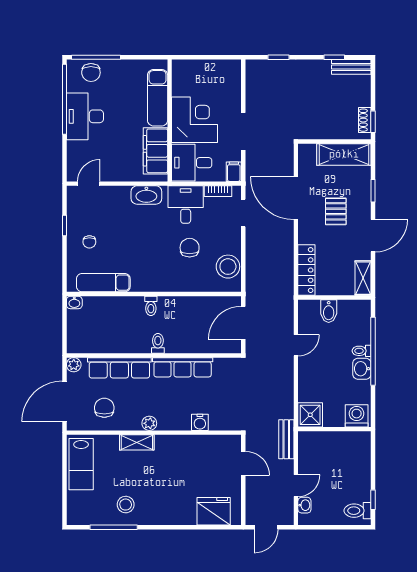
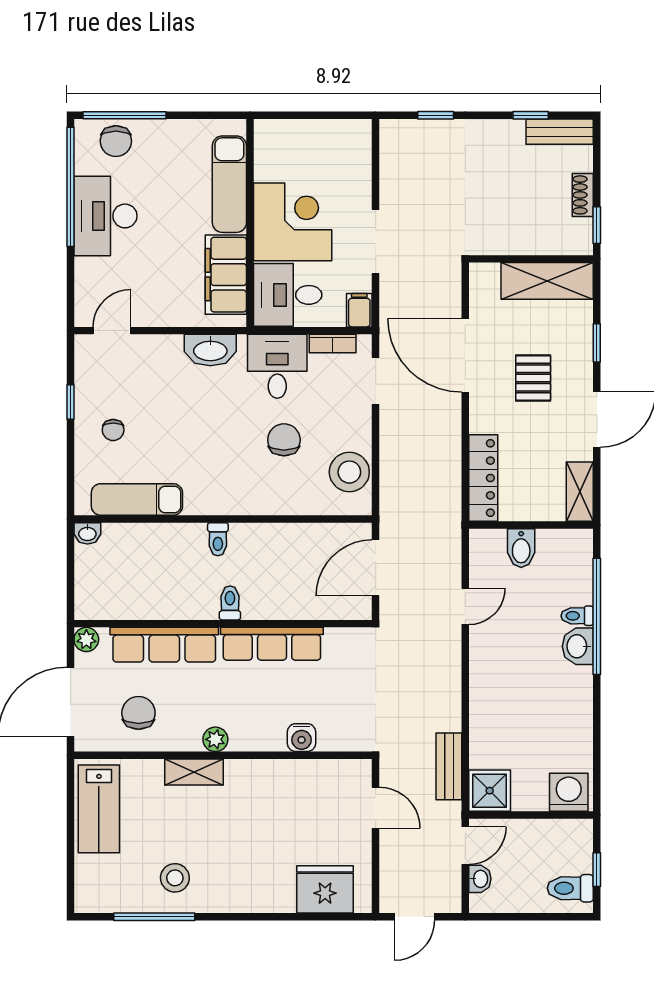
shoe rack: (365, 120) -> (583, 195), moved
shower: (310, 415) -> (490, 791), moved
washing machine: (357, 416) -> (569, 792), moved
wall: (334, 429) -> (531, 815), moved

